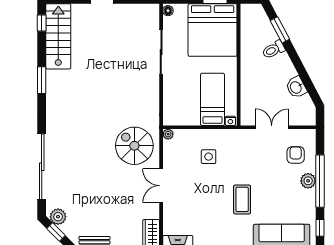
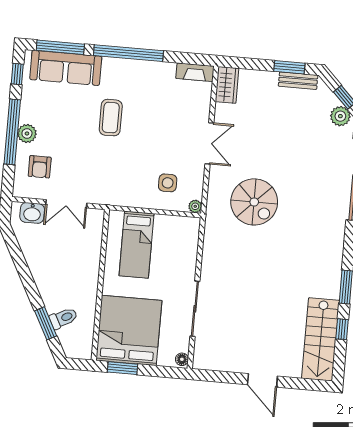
window: (42, 23) -> (342, 329), moved
toilet: (273, 50) -> (63, 318), moved
washbasin: (296, 87) -> (32, 213), moved, turned 118
nightstand: (230, 121) -> (117, 216), removed
spiral stairs: (134, 146) -> (254, 202), moved
side table: (209, 157) -> (168, 183), moved

